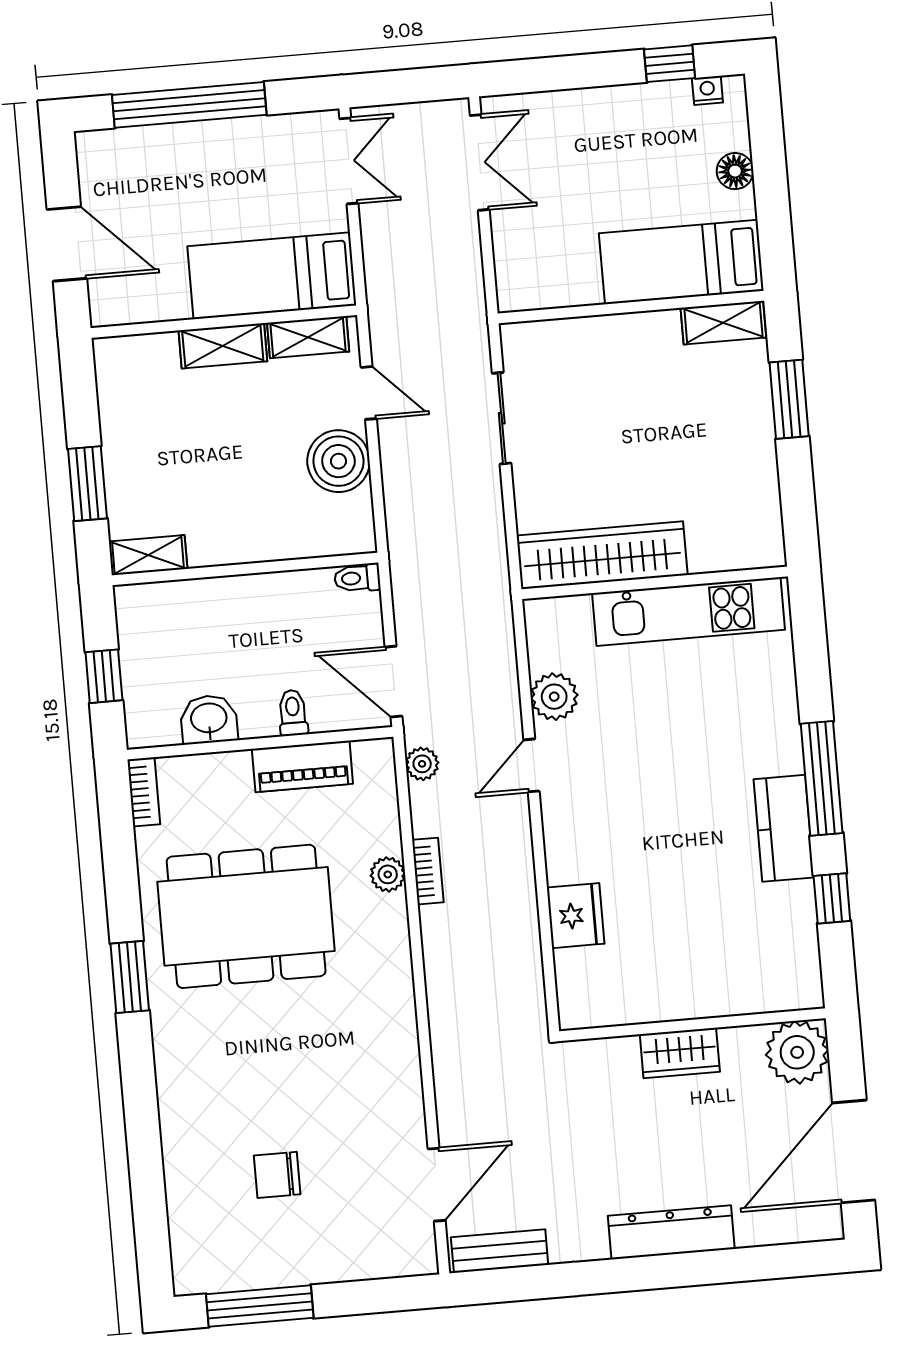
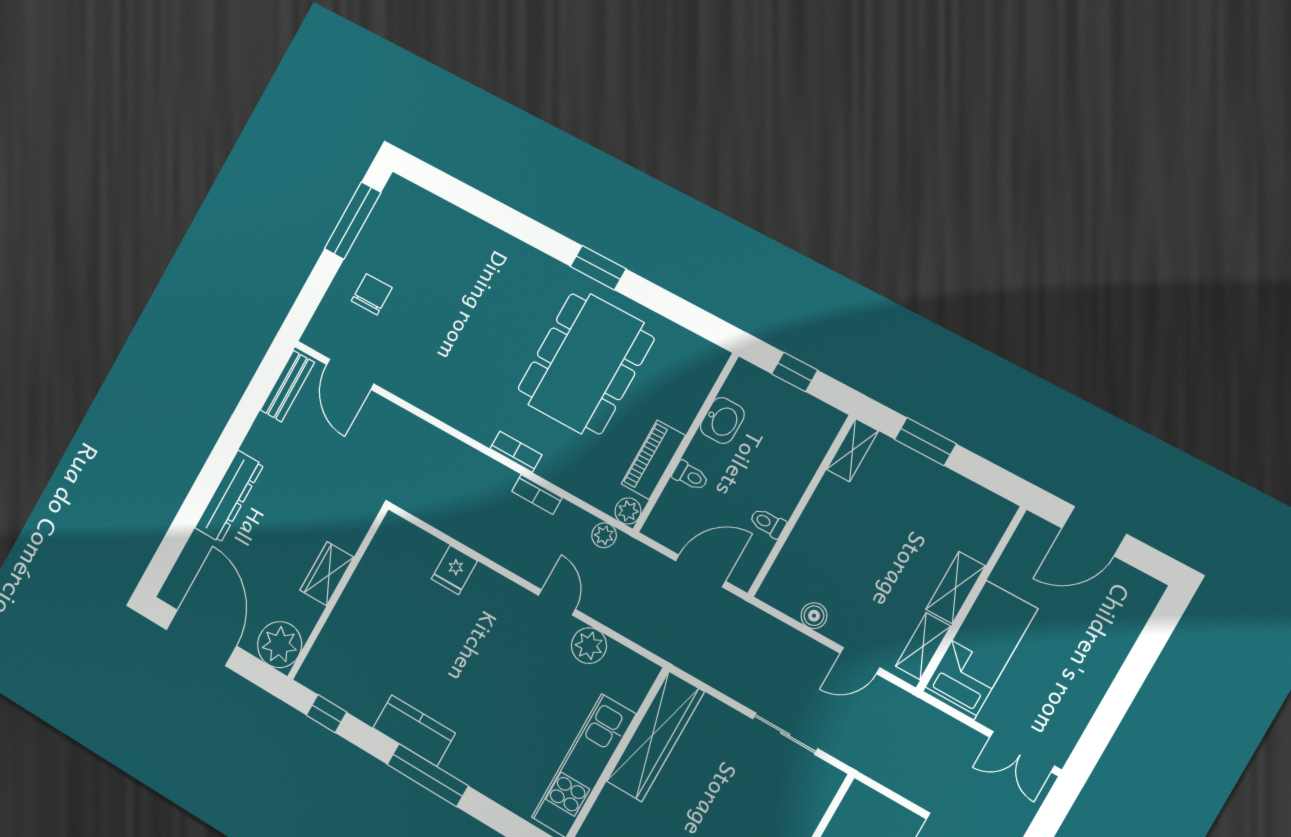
window: (189, 105) -> (1133, 673), removed
boiler: (338, 461) -> (814, 616), width x0.54, depth x0.54
toilet: (357, 578) -> (768, 523), moved, turned -90
door: (394, 682) -> (700, 571), moved
bookcase: (144, 792) -> (516, 452), moved, turned 180
plant: (388, 874) -> (628, 511), moved
window: (832, 898) -> (326, 714), moved
fridge: (576, 916) -> (454, 570), width x0.72
chair: (277, 1175) -> (372, 294), moved

